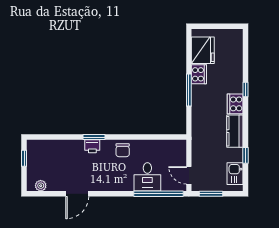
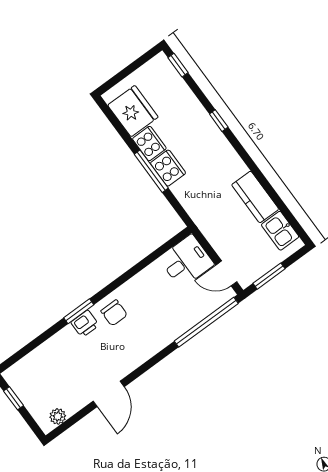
cooker: (235, 104) -> (168, 168), moved, turned 180
kitchen counter: (235, 131) -> (255, 197), moved
chair: (123, 150) -> (114, 313), moved
window: (246, 155) -> (178, 65), moved
desk: (147, 177) -> (186, 261), moved, turned -90

